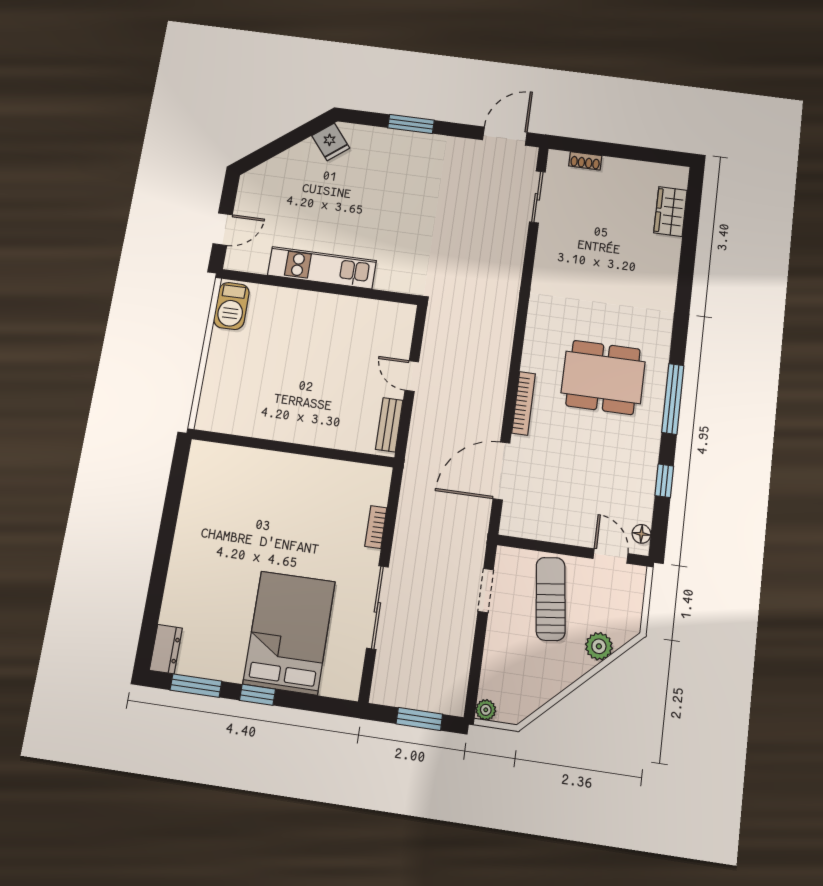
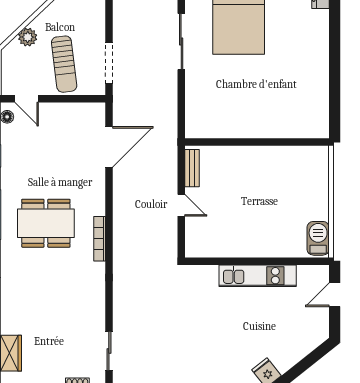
bookcase: (524, 403) -> (100, 239), moved
bookcase: (376, 527) -> (190, 96), removed
doorway: (486, 591) -> (109, 63), width x1.38

